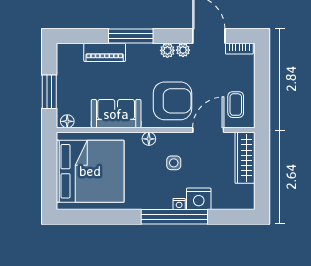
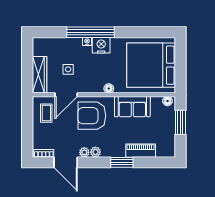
window: (131, 36) -> (122, 162), width x0.69
side table: (174, 163) -> (68, 69), moved
nightstand: (199, 199) -> (101, 45), moved

